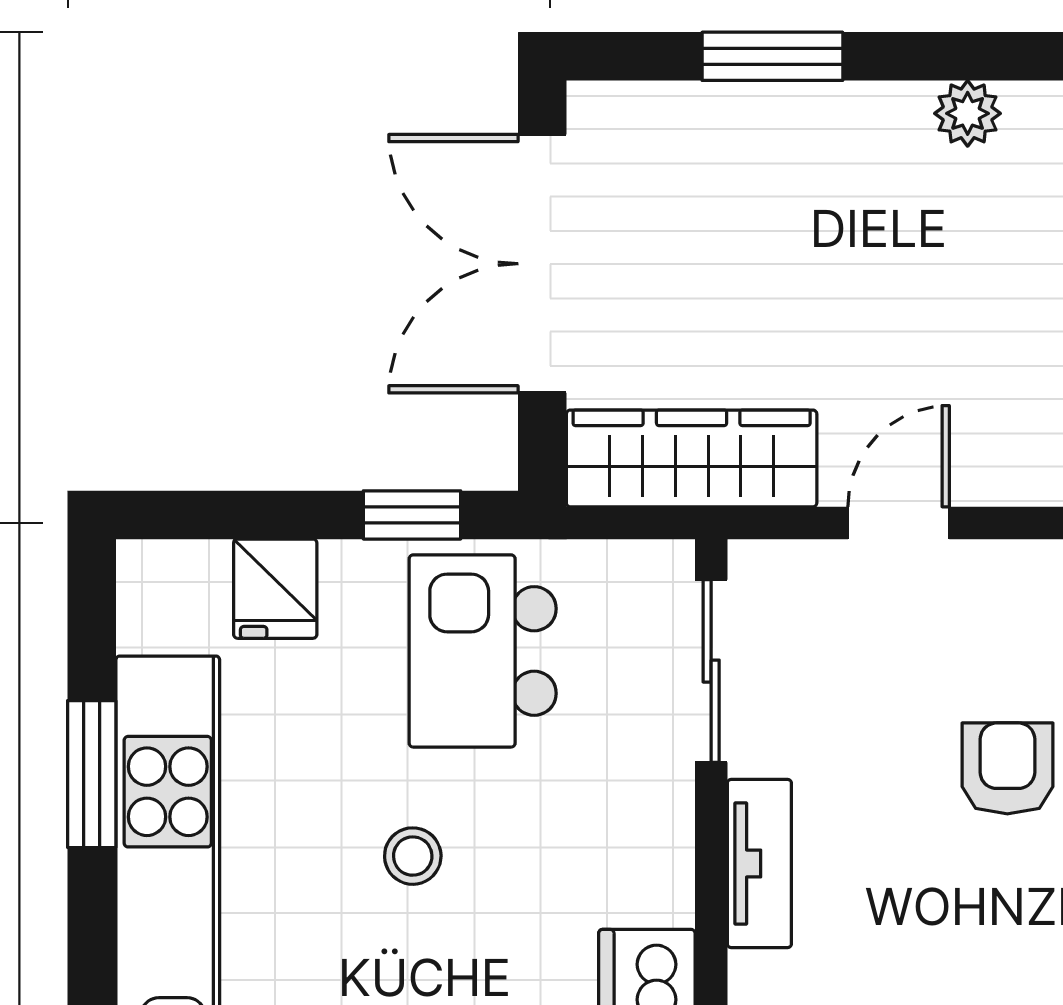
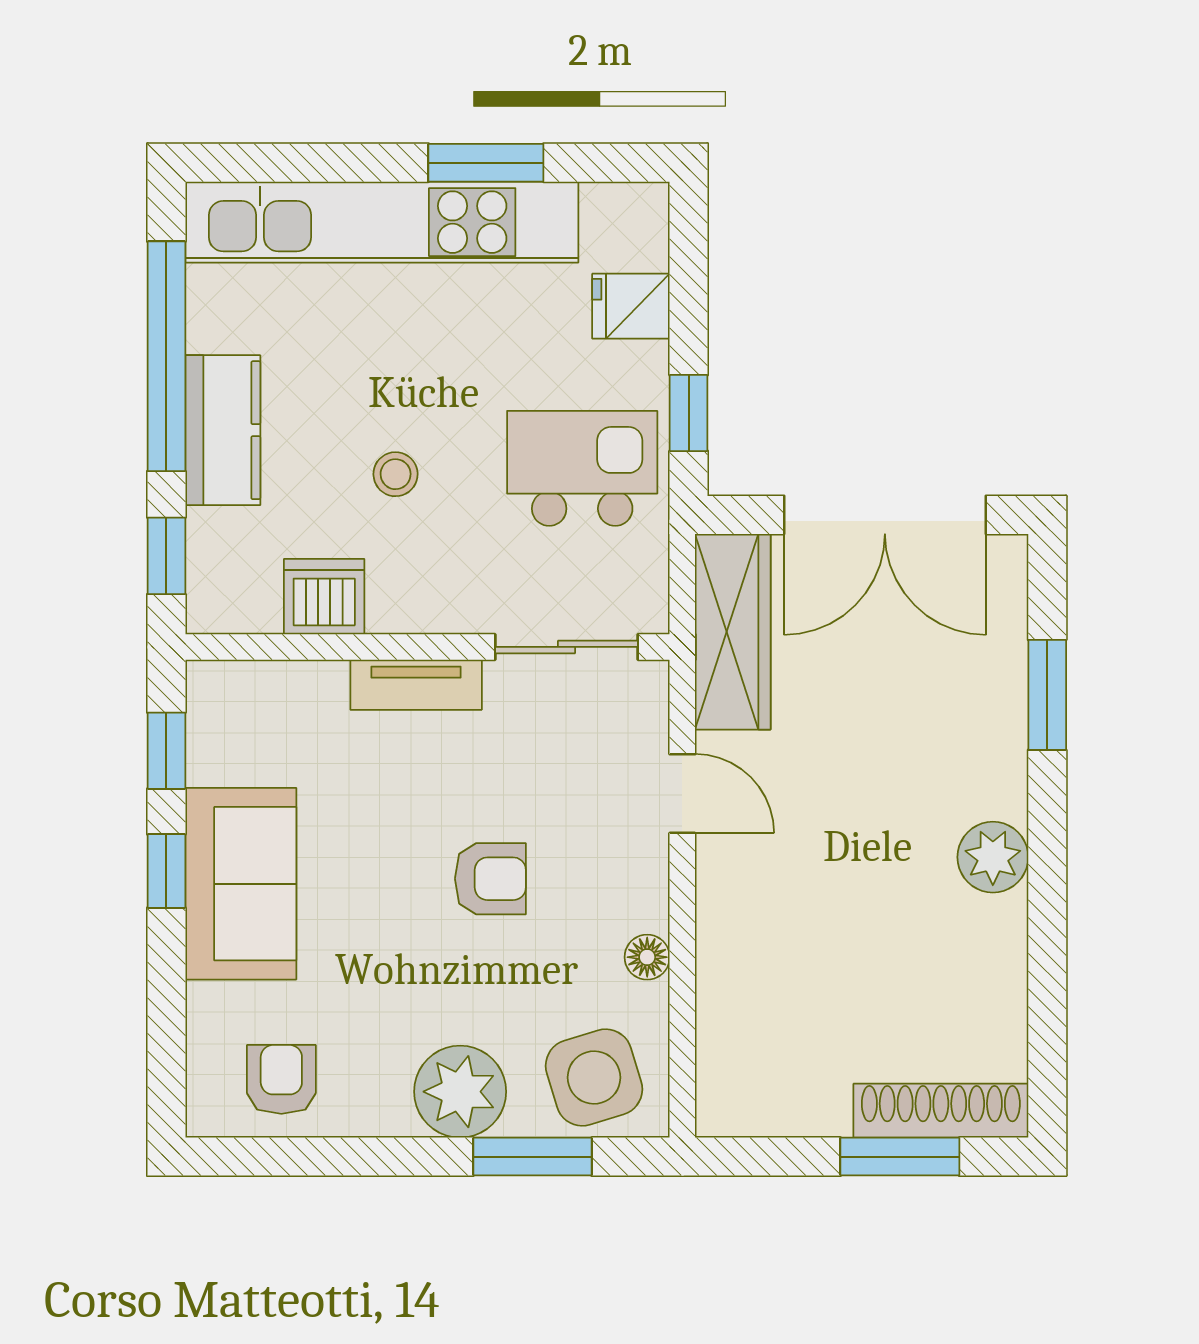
plant: (968, 113) -> (993, 857), width x1.38, depth x1.38
double door: (542, 264) -> (885, 515), swing flipped
stool: (413, 856) -> (396, 474), moved

